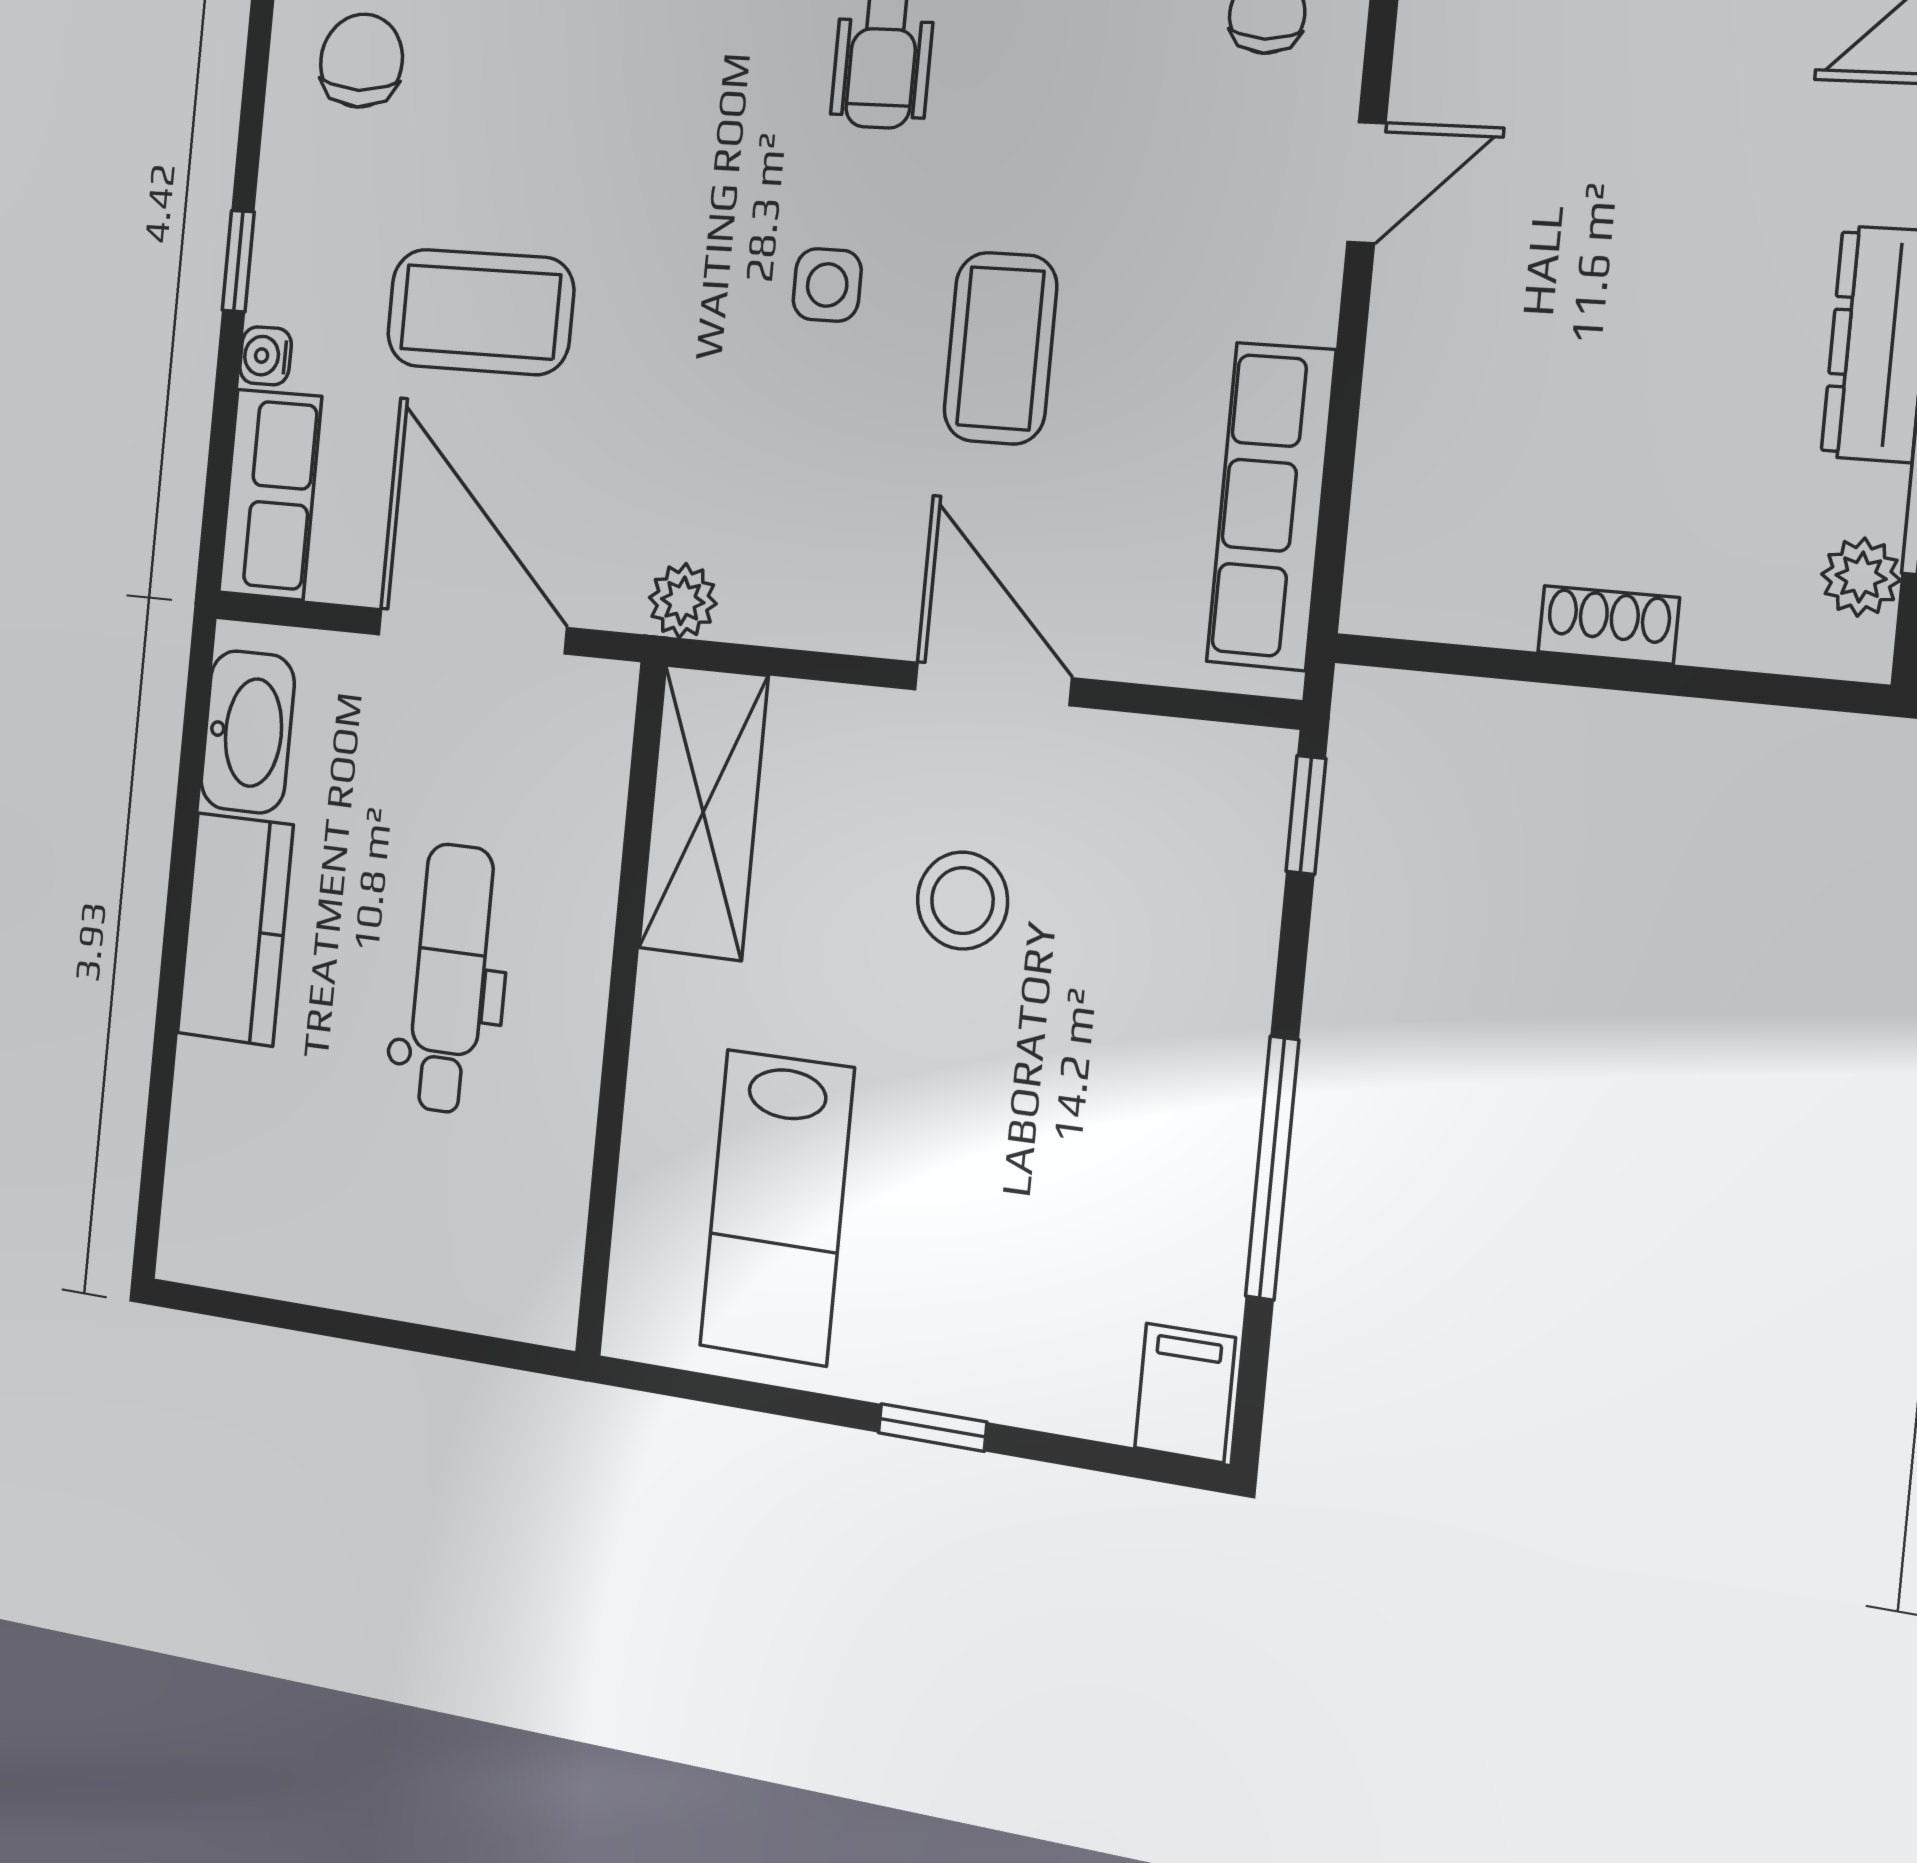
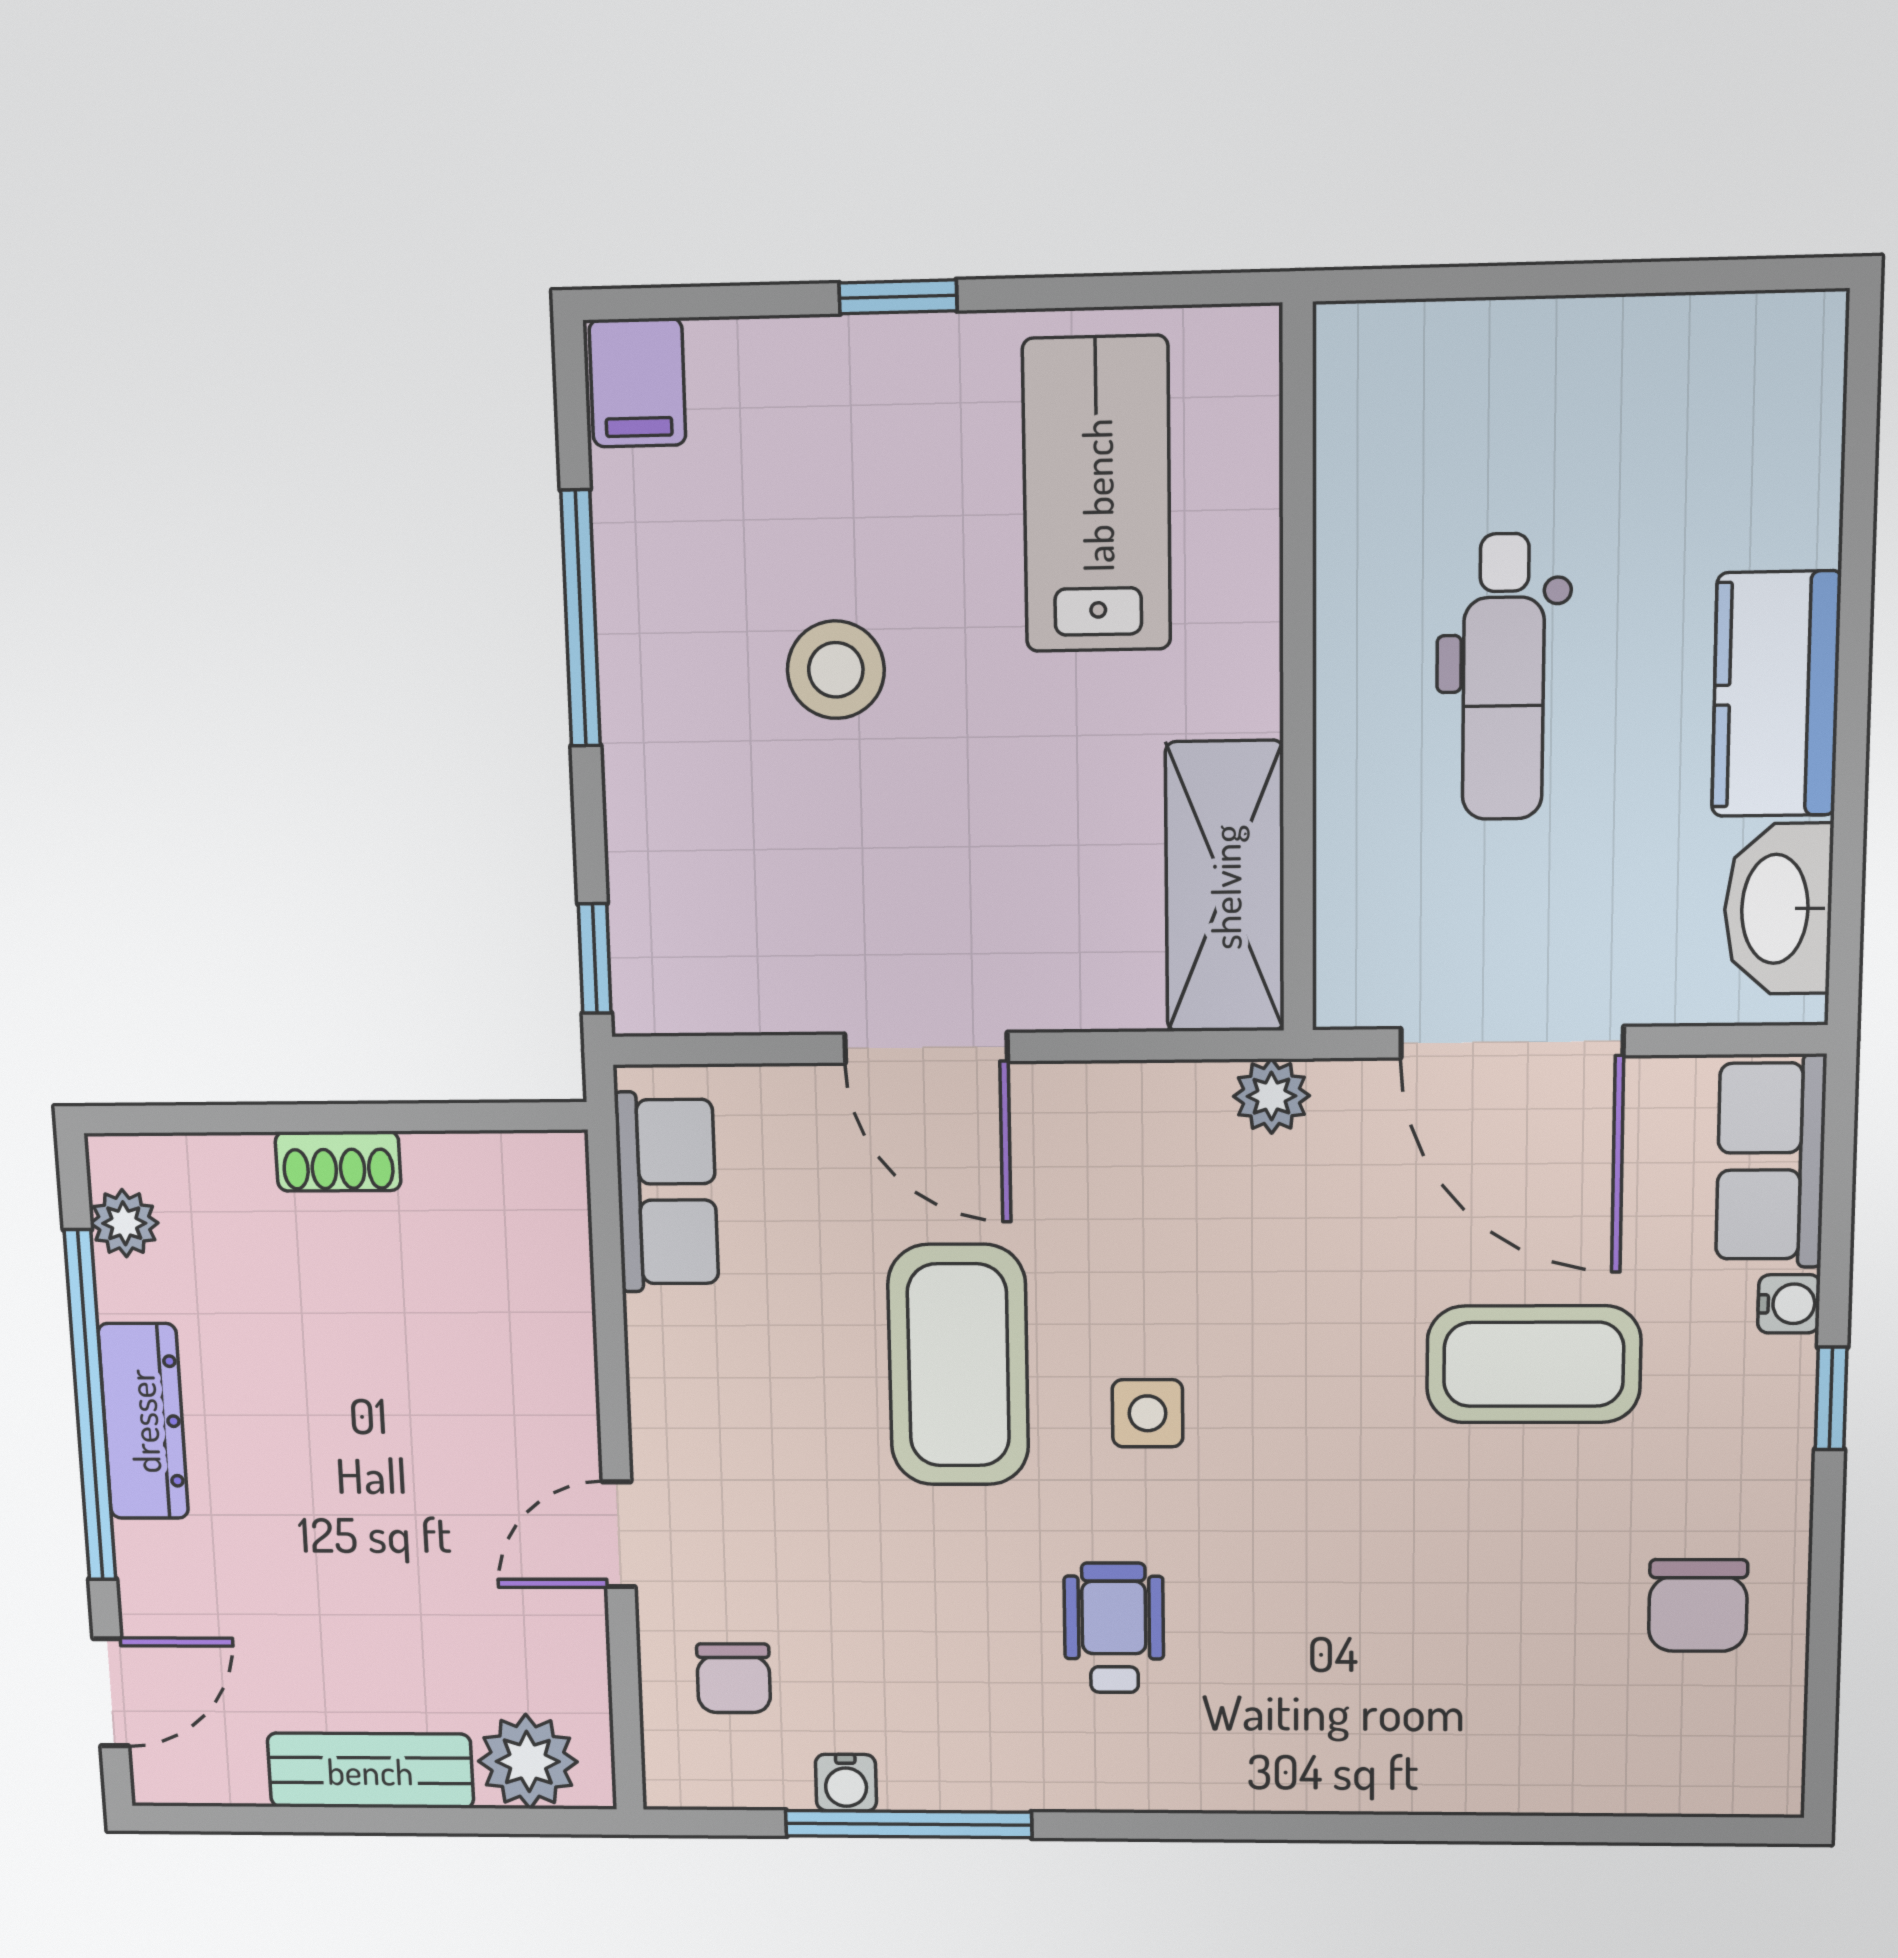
coffee table: (1000, 348) -> (958, 1365), width x1.36, depth x1.32
row of seats: (1271, 506) -> (667, 1192), width x0.68
stool: (962, 901) -> (836, 670), moved

